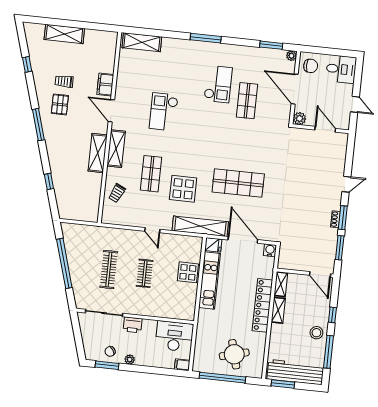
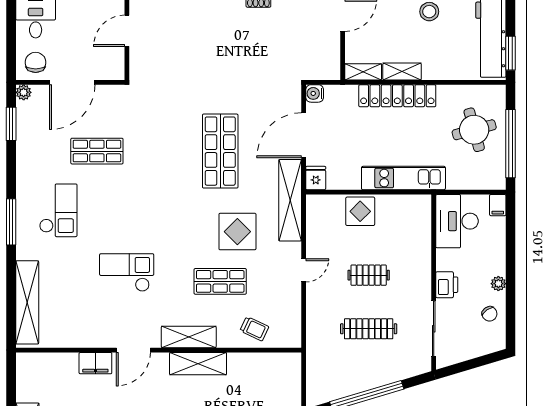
shelving: (142, 42) -> (27, 302), width x1.47
checkout: (218, 84) -> (58, 210), moved, turned 90
checkout: (164, 112) -> (127, 273), turned 180
plant: (299, 119) -> (115, 71), removed
kitchen unit: (209, 280) -> (403, 178), moved
window: (107, 365) -> (510, 316), removed

